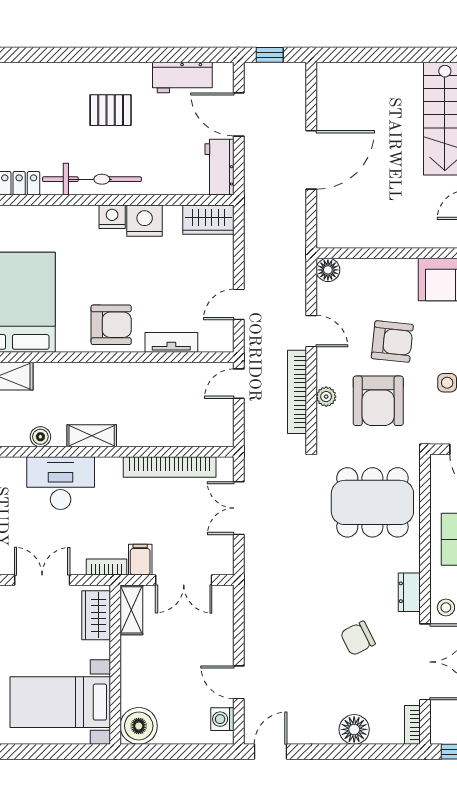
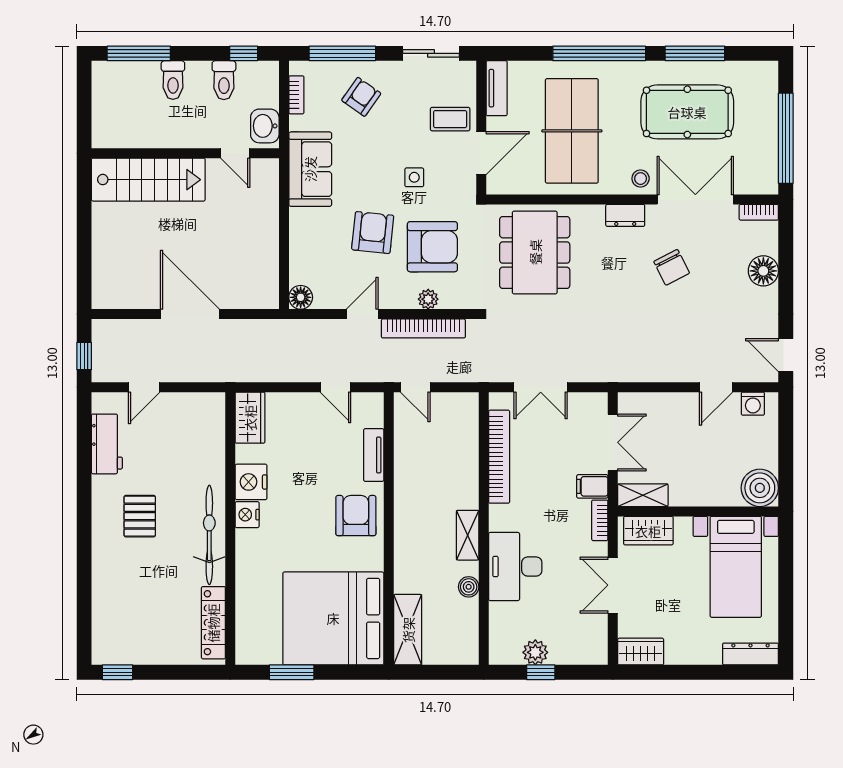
door: (239, 114) -> (144, 387), width x0.73
workbench: (219, 167) -> (197, 406), removed

